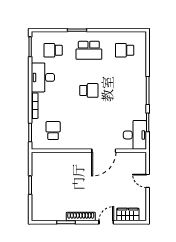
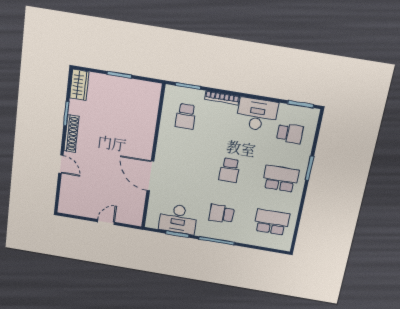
school desk: (53, 50) -> (290, 133), turned 90
school desk: (89, 50) -> (281, 179), turned 90
school desk: (125, 50) -> (272, 222), width x1.85
school desk: (125, 90) -> (222, 214), added
school desk: (53, 131) -> (186, 116), turned 90
desk: (135, 135) -> (178, 219), moved
wardrobe: (128, 215) -> (79, 85), moved

